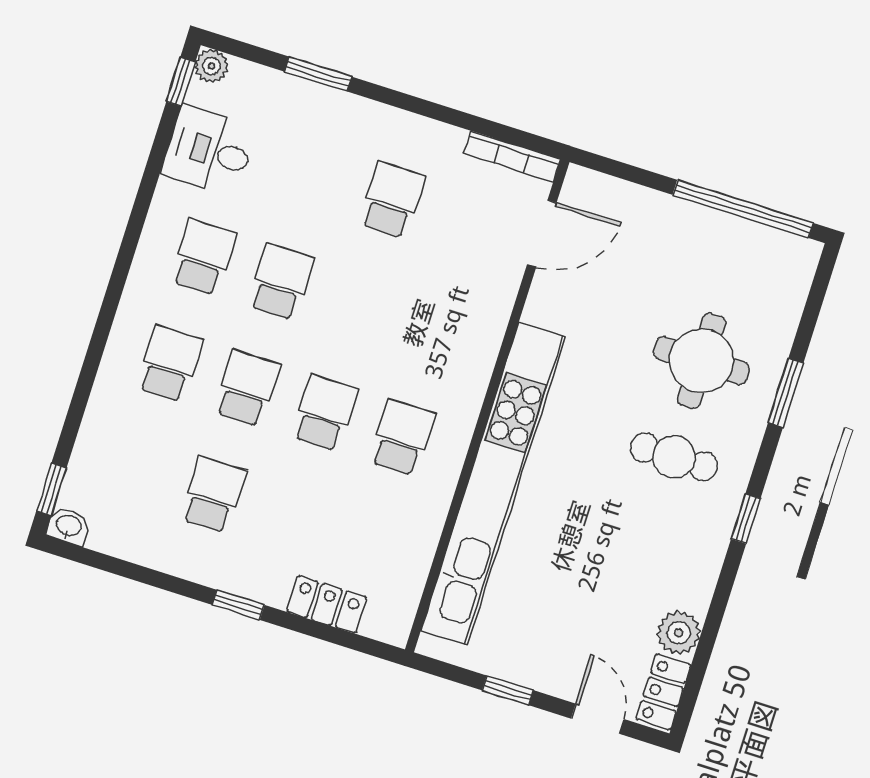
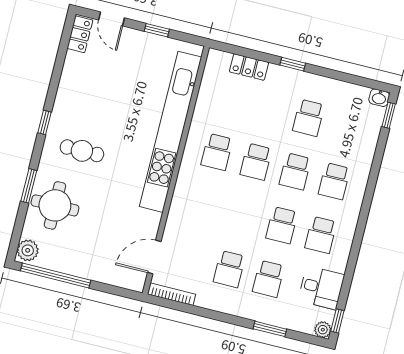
school desk: (315, 175) -> (268, 279), added
round table: (701, 361) -> (55, 205), moved
plant: (679, 633) -> (28, 250), moved

